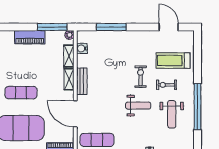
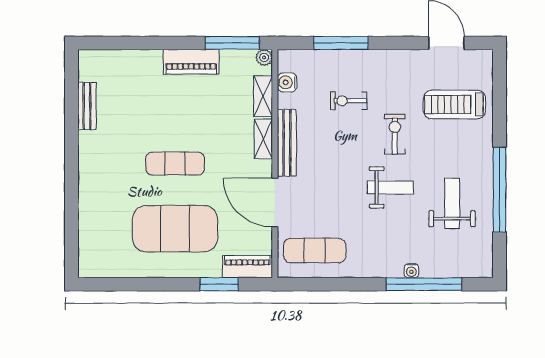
bench: (82, 81) -> (287, 143), width x1.36
exercise bike: (166, 85) -> (349, 101), moved
weight bench: (172, 114) -> (452, 203), turned 180

